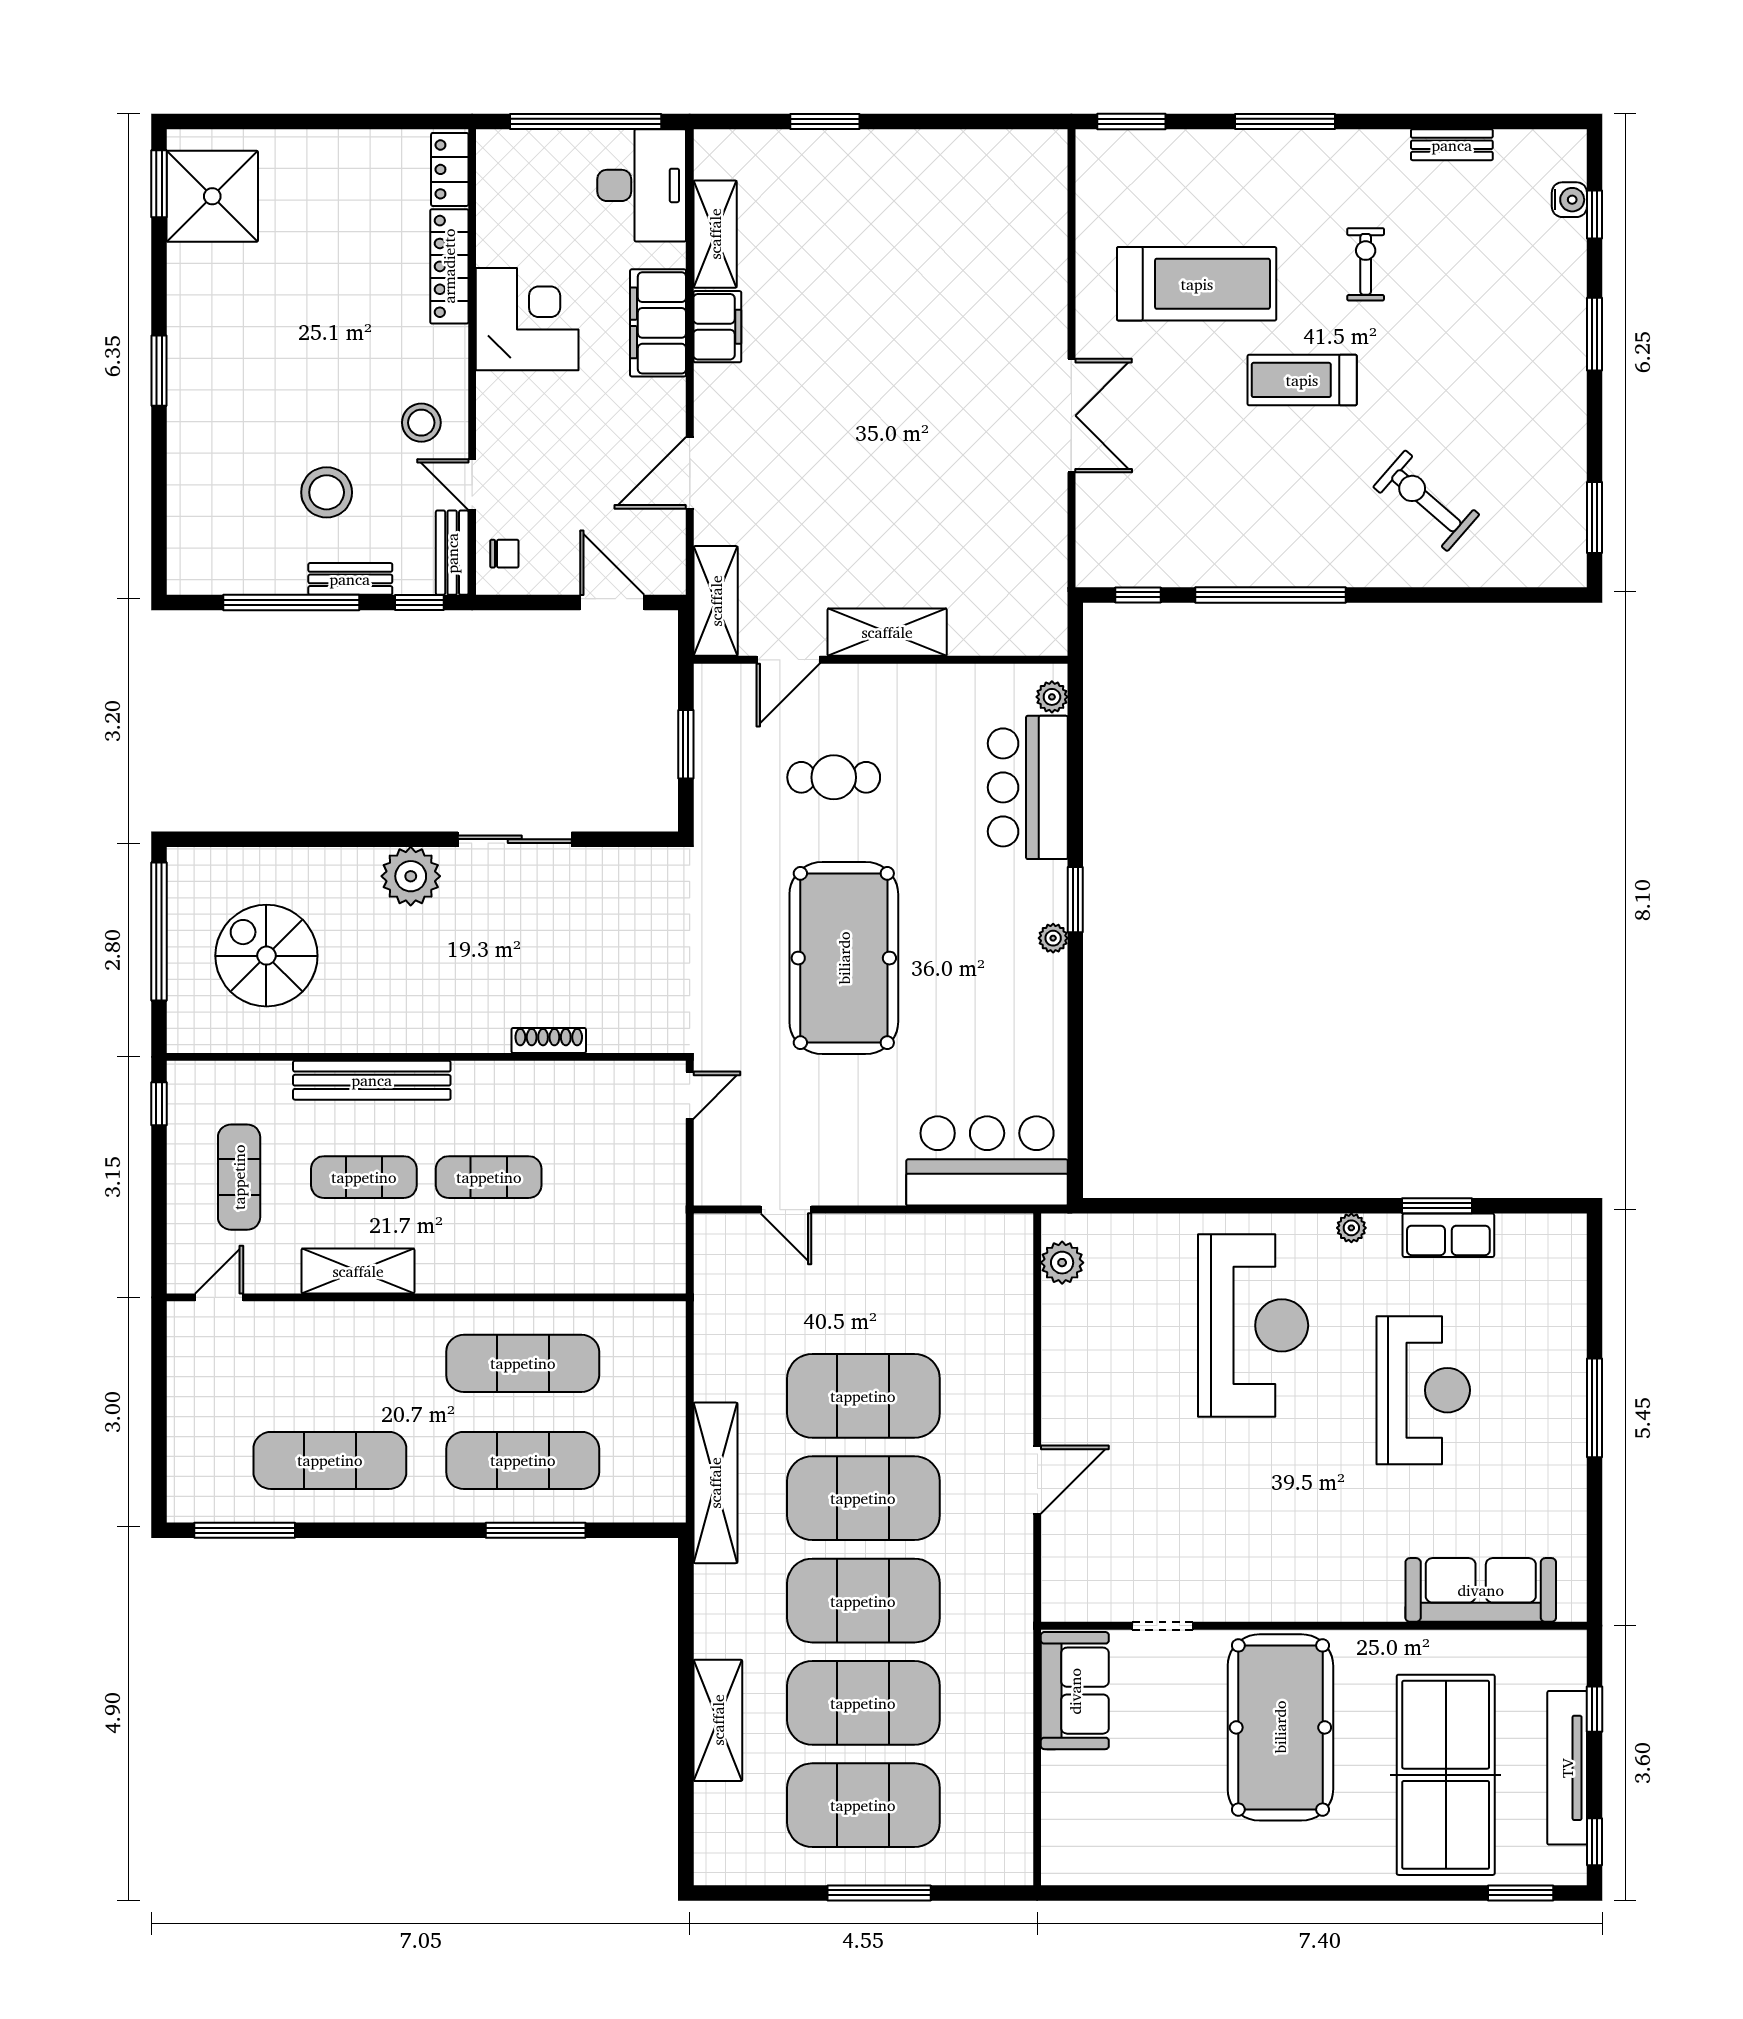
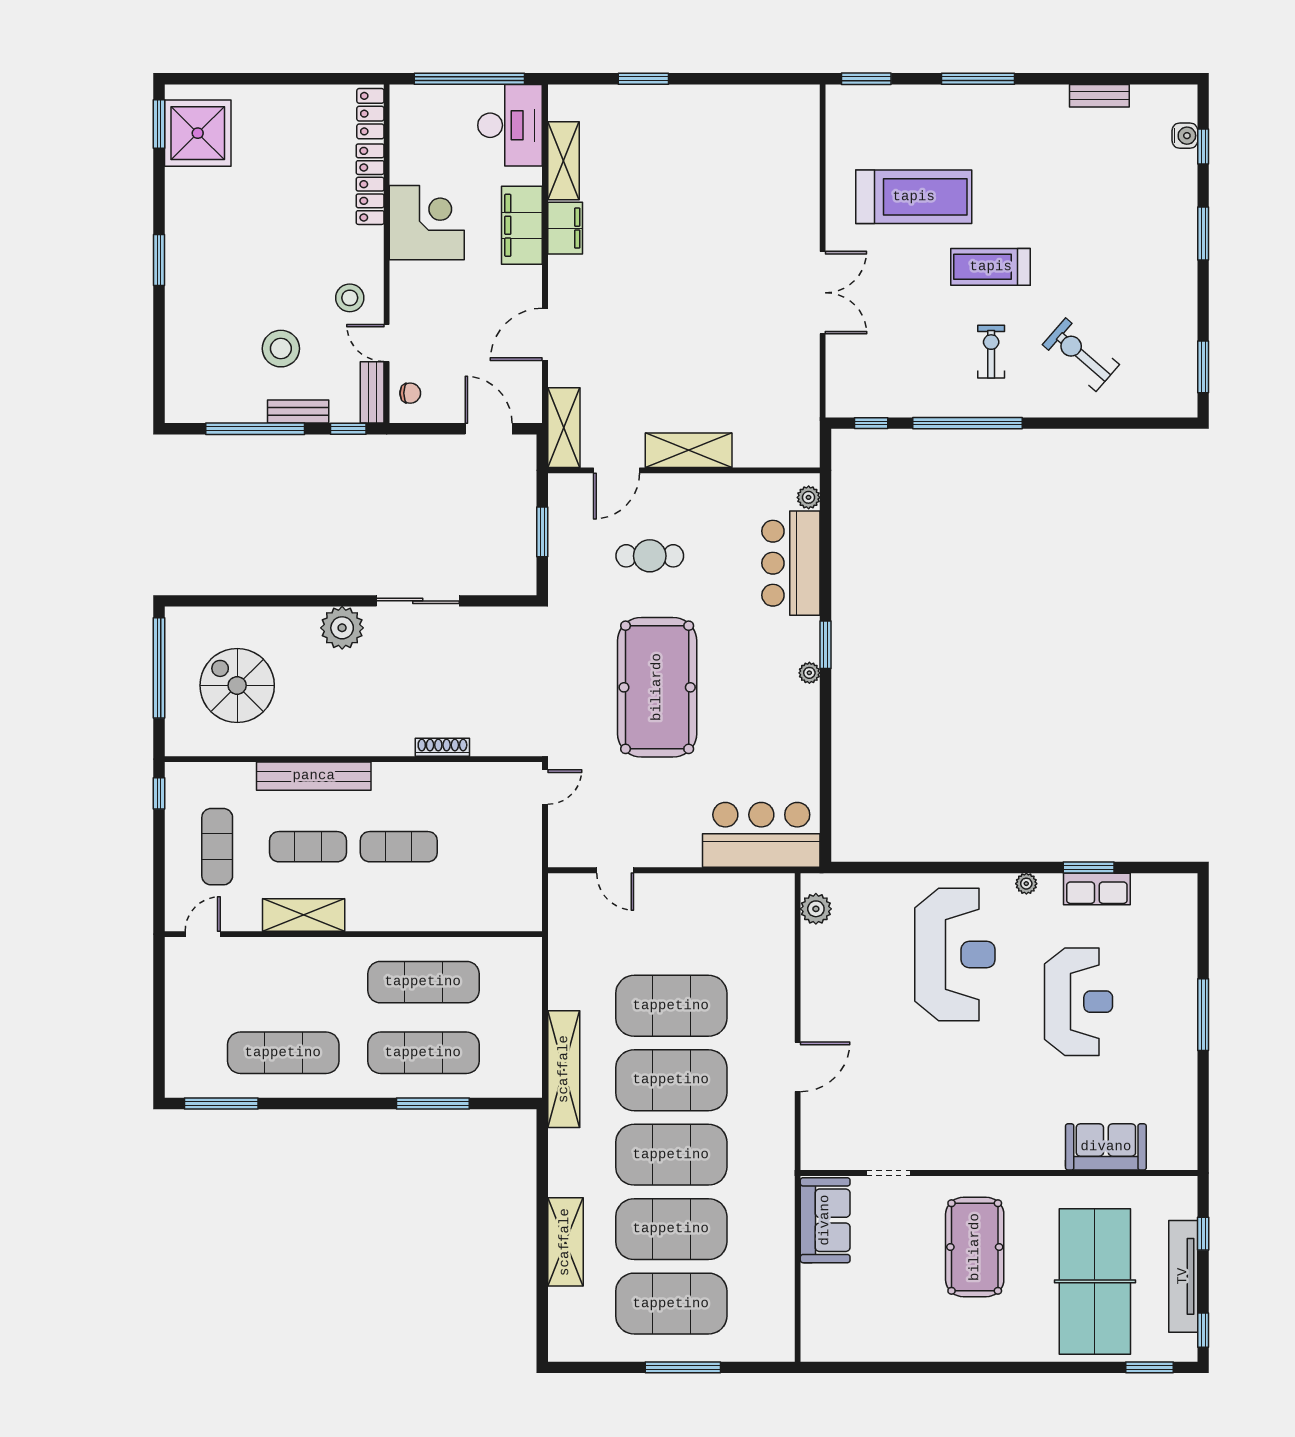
exercise bike: (1366, 264) -> (991, 352), moved
sofa: (1481, 1590) -> (1106, 1147), width x0.73
pool table: (1280, 1727) -> (975, 1247), width x0.73, depth x0.76

